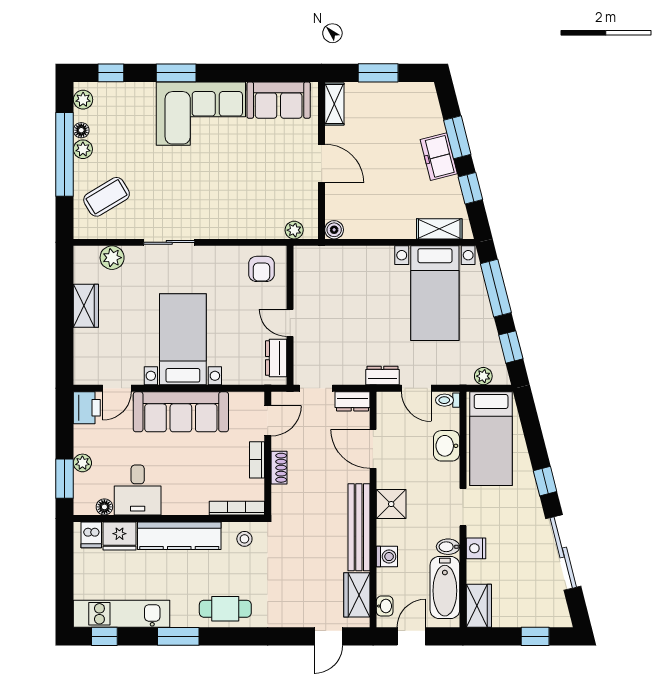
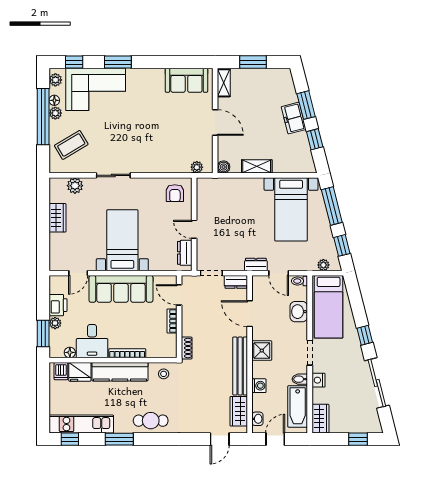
corner sofa: (201, 114) -> (96, 89), moved
shelving: (439, 229) -> (257, 166), moved
printer: (87, 408) -> (58, 305), moved
door: (268, 421) -> (179, 295), swing flipped
shoe rack: (279, 468) -> (187, 348), moved
bookcase: (237, 508) -> (127, 353), moved

